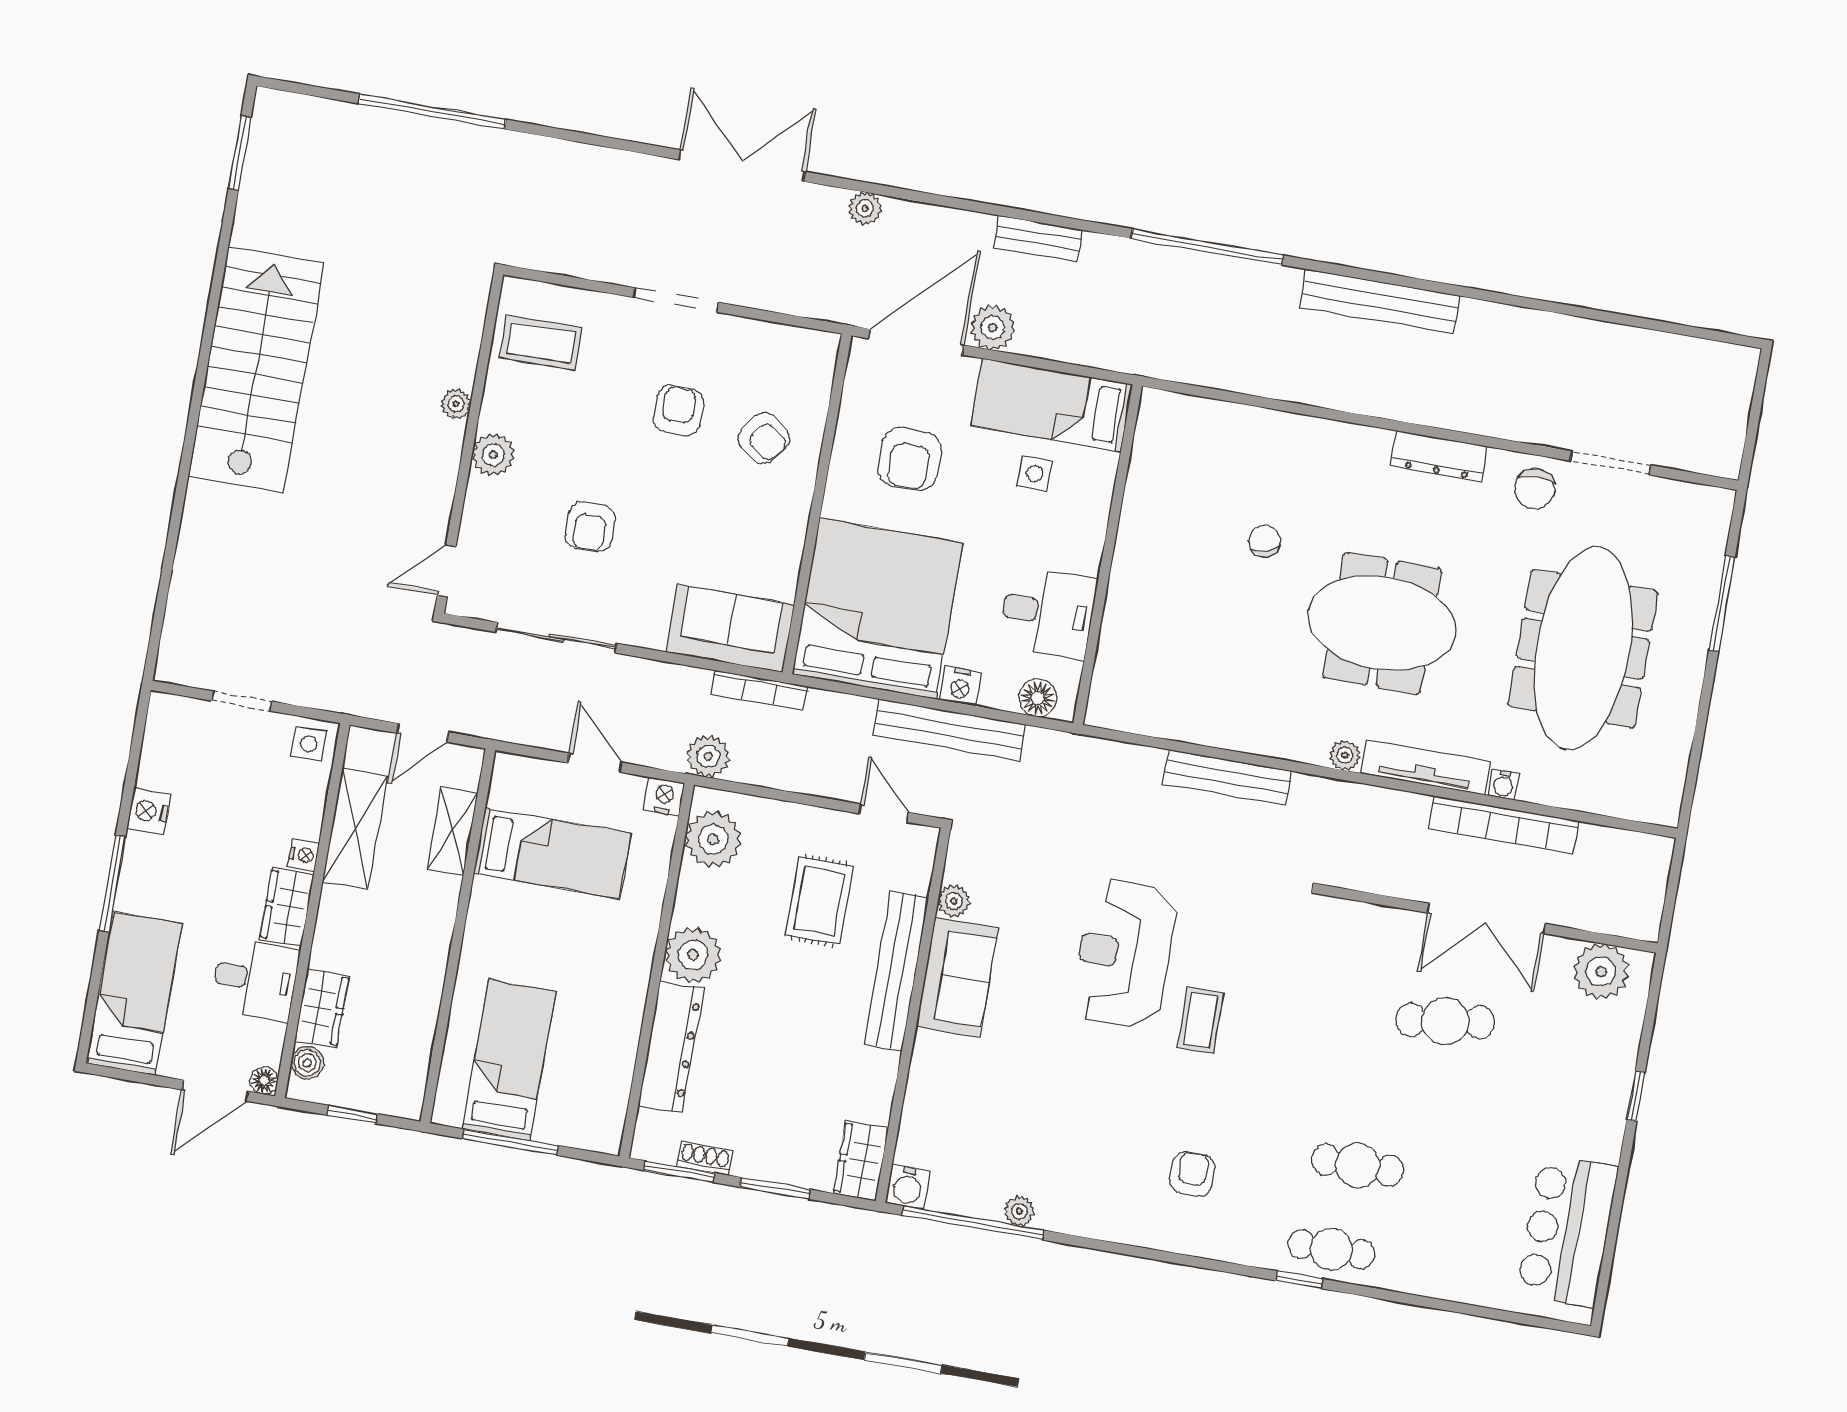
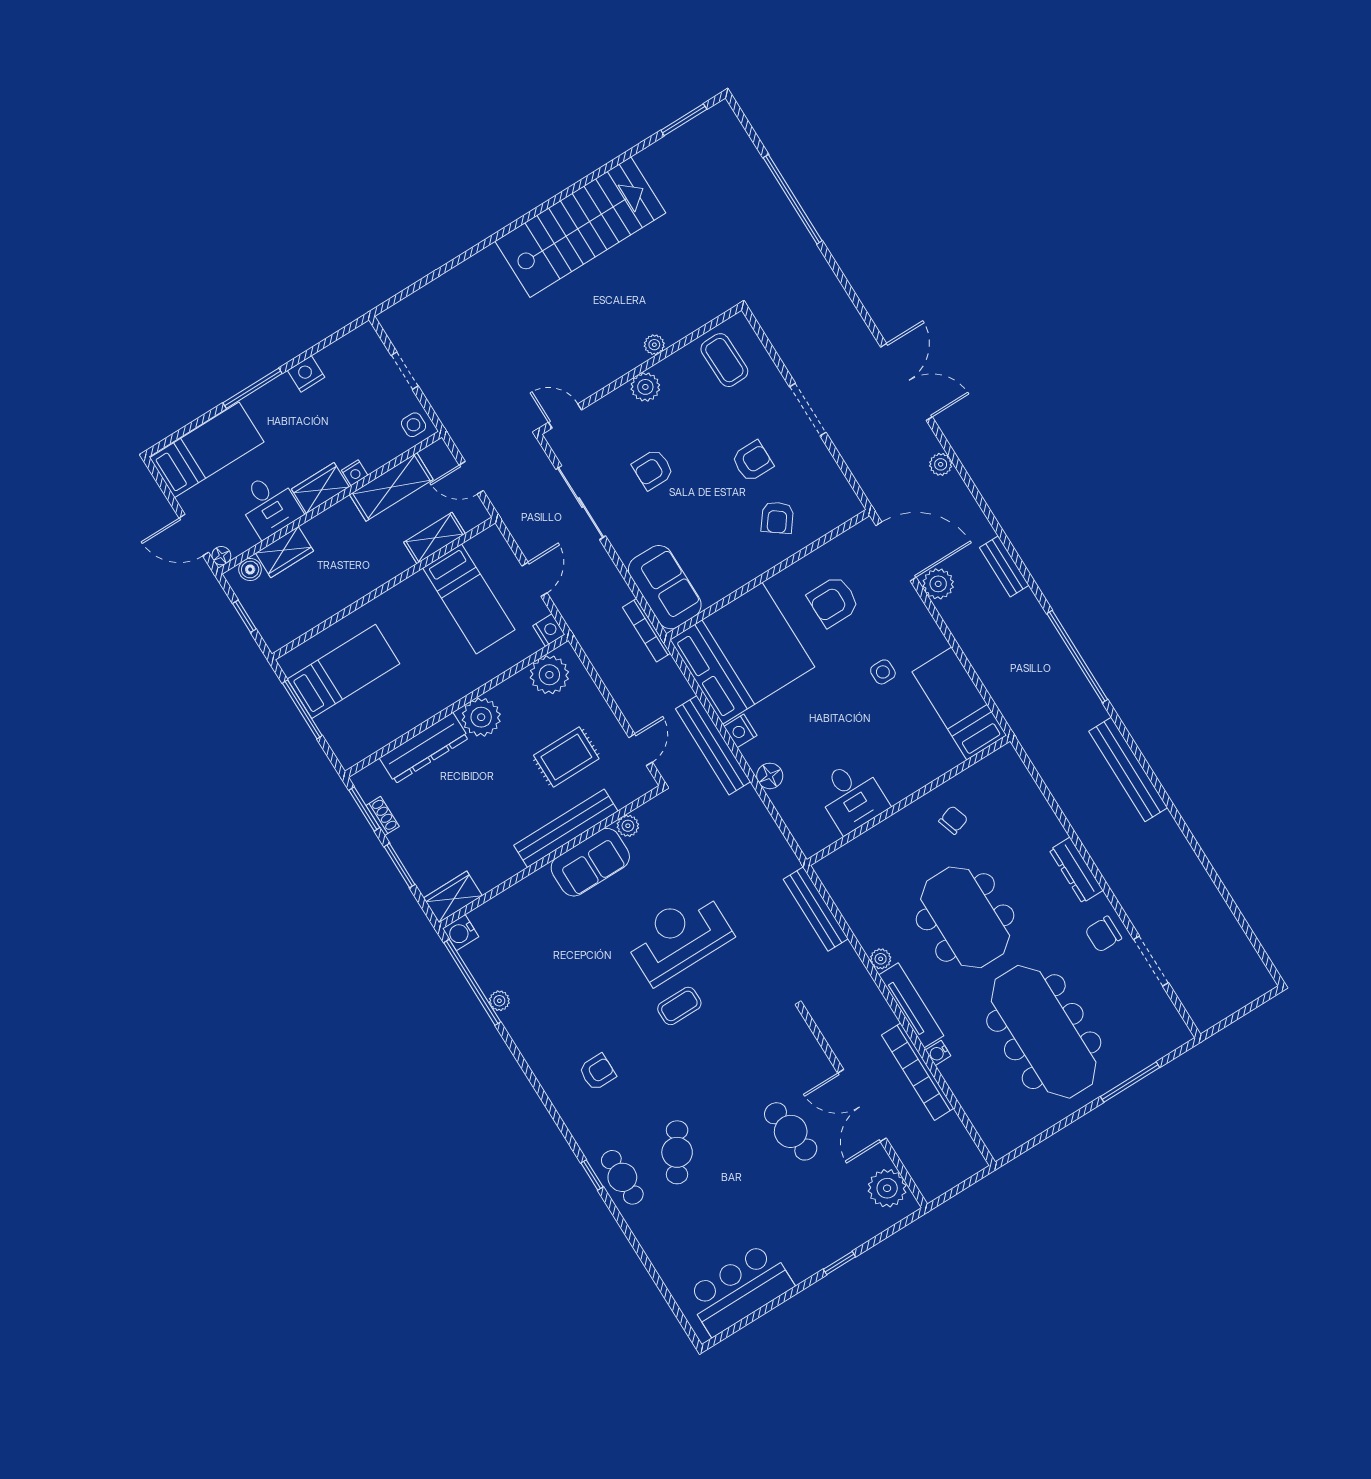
bed: (1052, 405) -> (959, 704), moved
wall: (1108, 555) -> (908, 800), moved
desk: (1048, 613) -> (852, 796), moved
meeting table: (1583, 649) -> (1044, 1032), turned 90
plant: (708, 756) -> (590, 634), removed
cafe table: (1357, 1165) -> (677, 1152), turned 32

